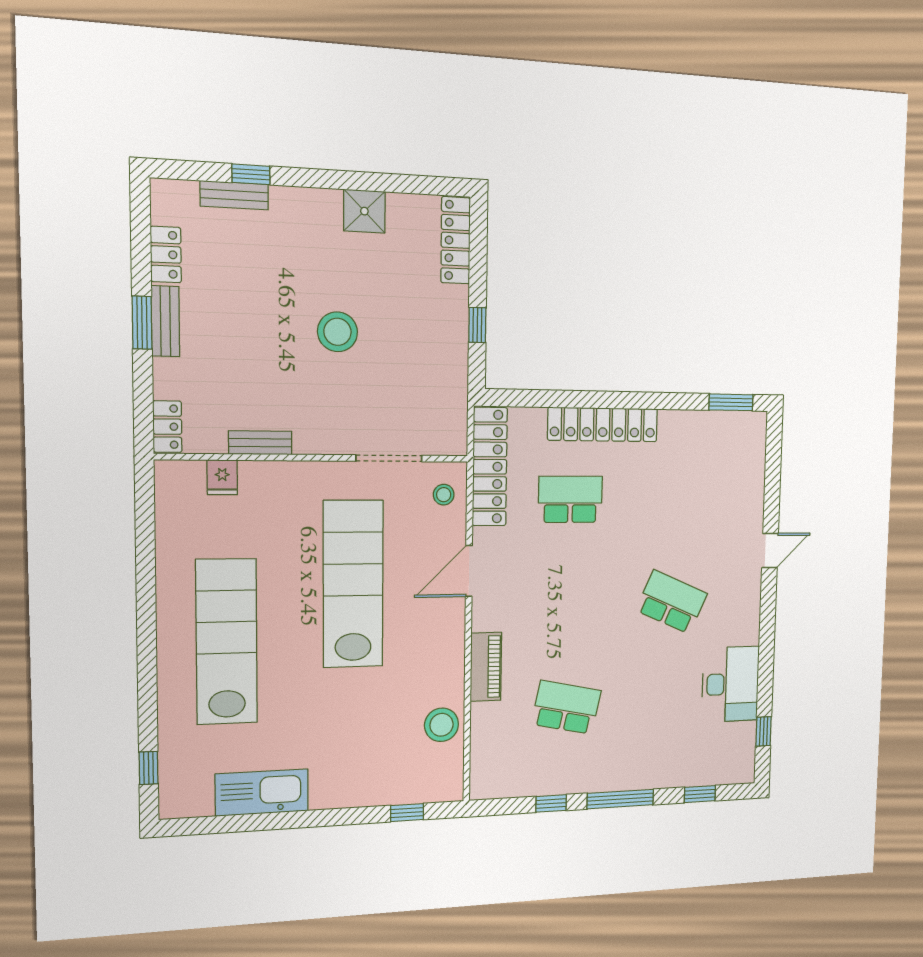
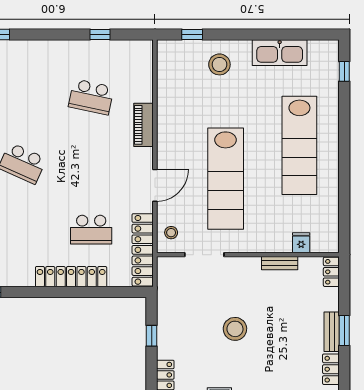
stool: (442, 725) -> (219, 64), moved
window: (620, 799) -> (54, 34), removed

